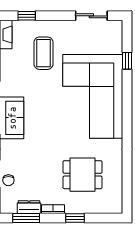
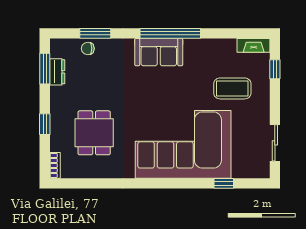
bookcase: (53, 209) -> (55, 165), moved

